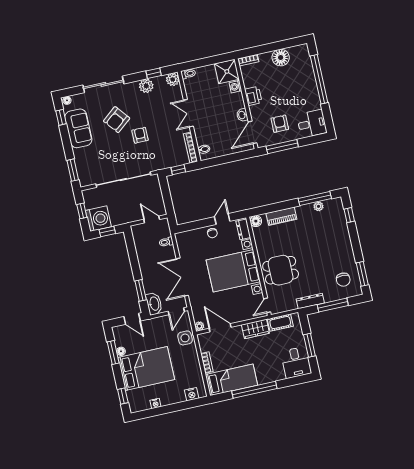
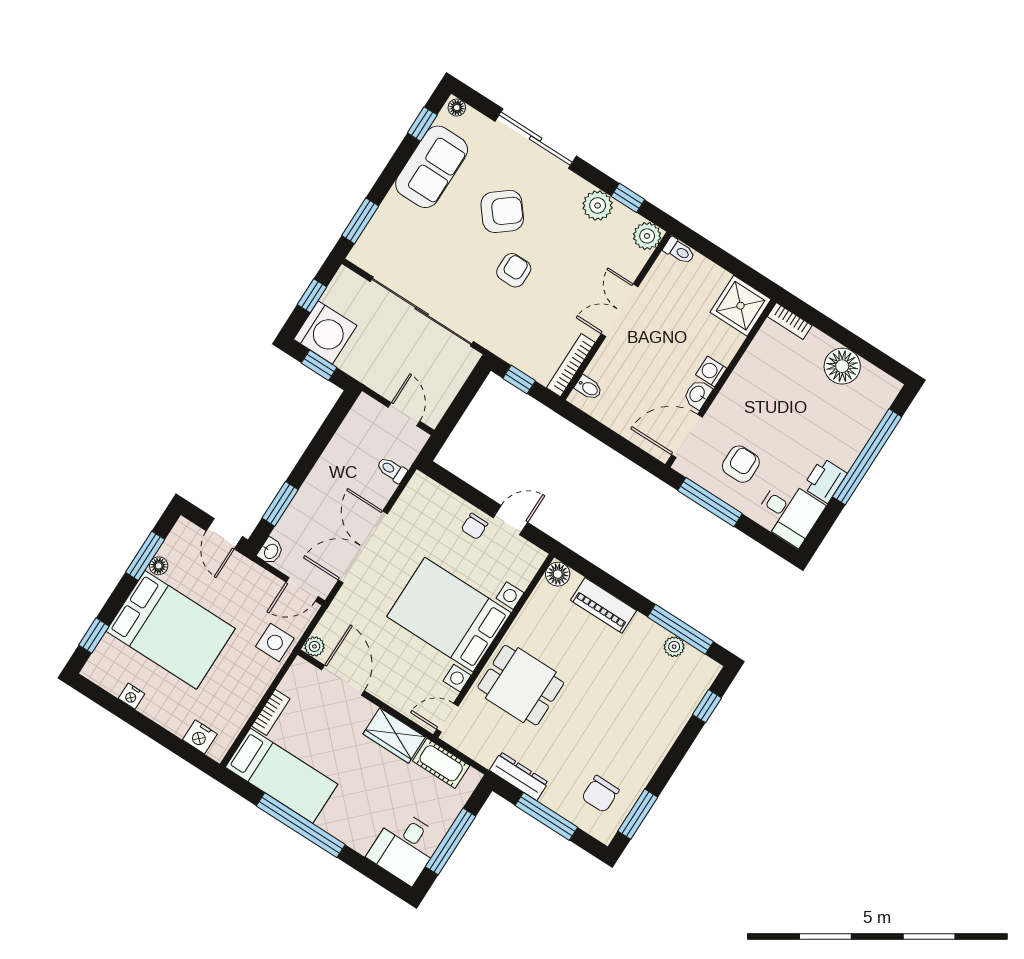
washing machine: (235, 87) -> (711, 371), moved
printer: (253, 96) -> (825, 480), moved, turned 180
armchair: (117, 120) -> (502, 211), turned 180
dresser: (243, 229) -> (527, 567), removed
washbasin: (154, 304) -> (271, 551), width x0.52, depth x0.69
window: (309, 345) -> (451, 841), width x1.44

